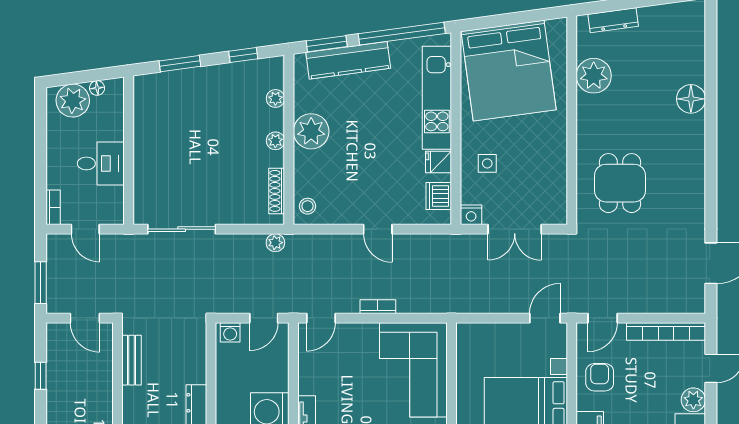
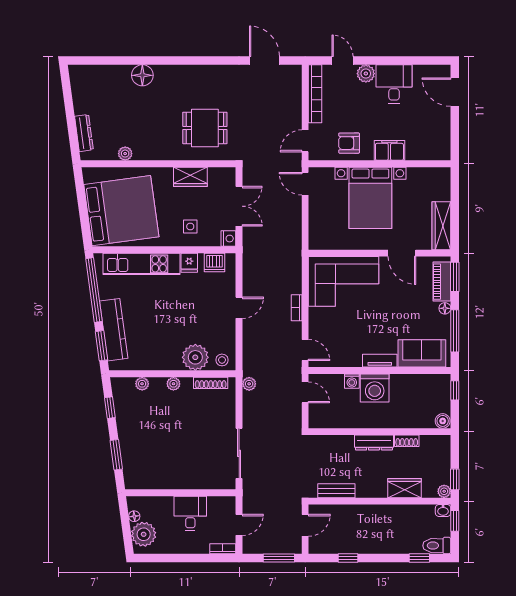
plant: (594, 76) -> (125, 154), width x0.53, depth x0.53
plant: (311, 131) -> (195, 357), moved
wardrobe: (554, 164) -> (190, 177), added
door: (603, 318) -> (305, 141), swing flipped
washing machine: (230, 332) -> (352, 381), moved, turned 90

